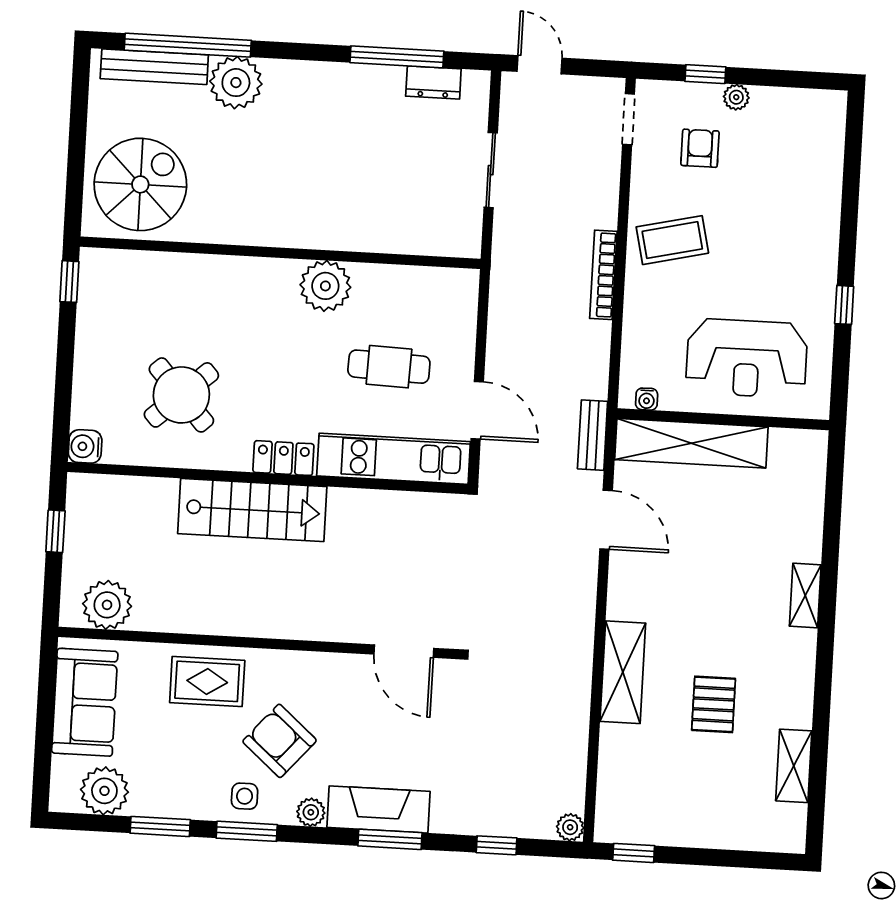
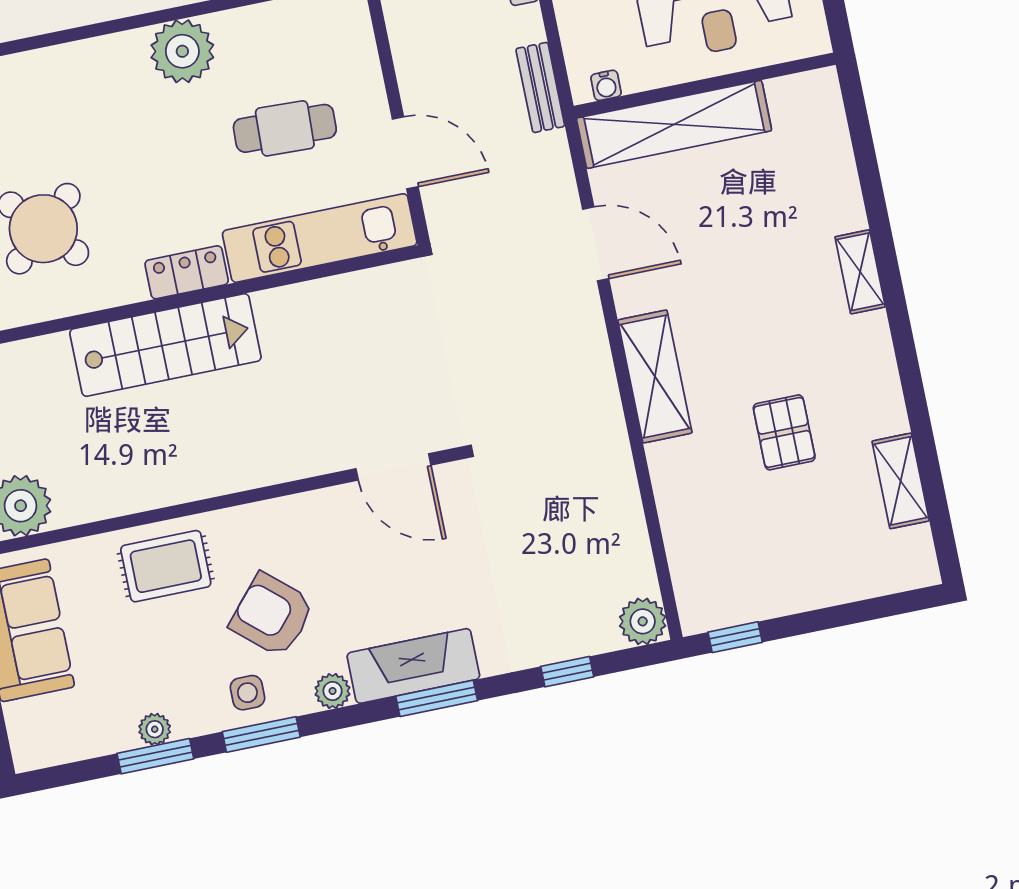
bench: (593, 435) -> (540, 87), moved
shelving: (623, 672) -> (655, 376), moved
plant: (104, 791) -> (155, 729), moved, width x0.53, depth x0.53
plant: (570, 827) -> (643, 621), width x1.38, depth x1.38

